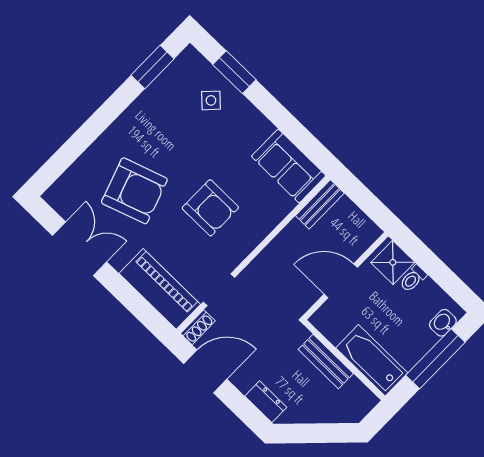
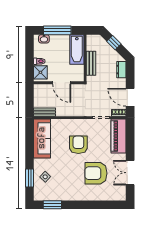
sofa: (289, 166) -> (42, 138), width x1.36
armchair: (134, 191) -> (96, 173), turned -71
window: (323, 433) -> (114, 43), added

